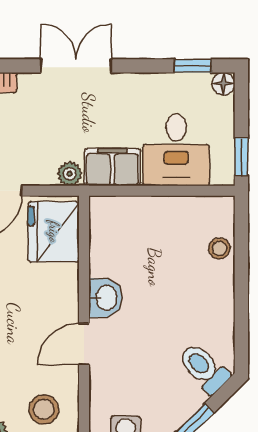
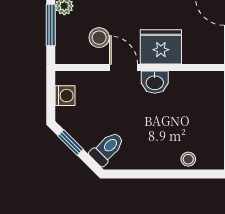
fridge: (54, 232) -> (161, 47), moved
stool: (44, 409) -> (99, 38), moved

